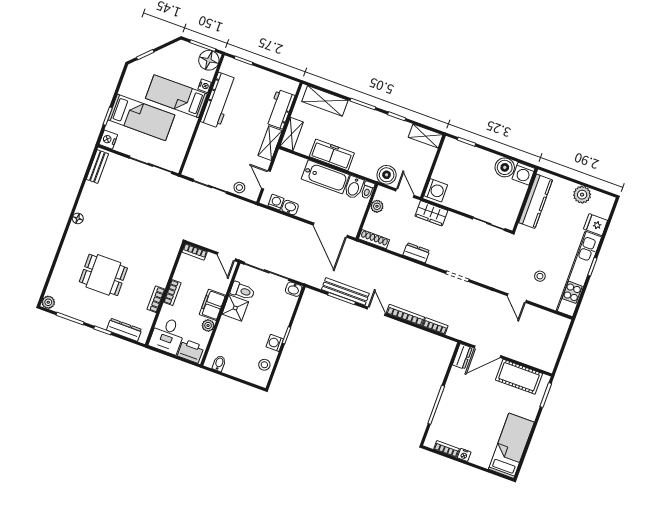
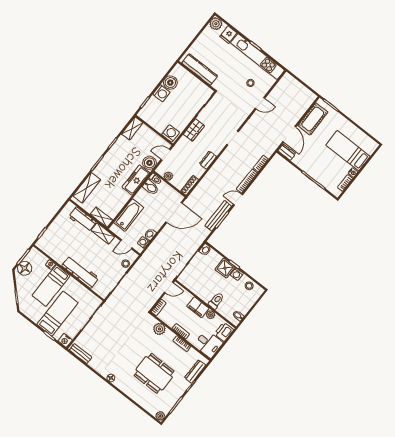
floor lamp: (209, 60) -> (25, 268), moved
workbench: (219, 100) -> (80, 272), moved
freezer: (332, 155) -> (136, 180), moved
washing machine: (524, 174) -> (161, 93), moved
bathtub: (325, 177) -> (129, 215), moved
plant: (582, 195) -> (216, 24), moved
wardrobe: (431, 213) -> (194, 130), moved
plant: (166, 262) -> (159, 329), added
dining table: (103, 275) -> (154, 373), width x1.38
toilet: (242, 291) -> (216, 301), moved
shower: (235, 308) -> (225, 268), moved
bed: (511, 446) -> (348, 151), moved

